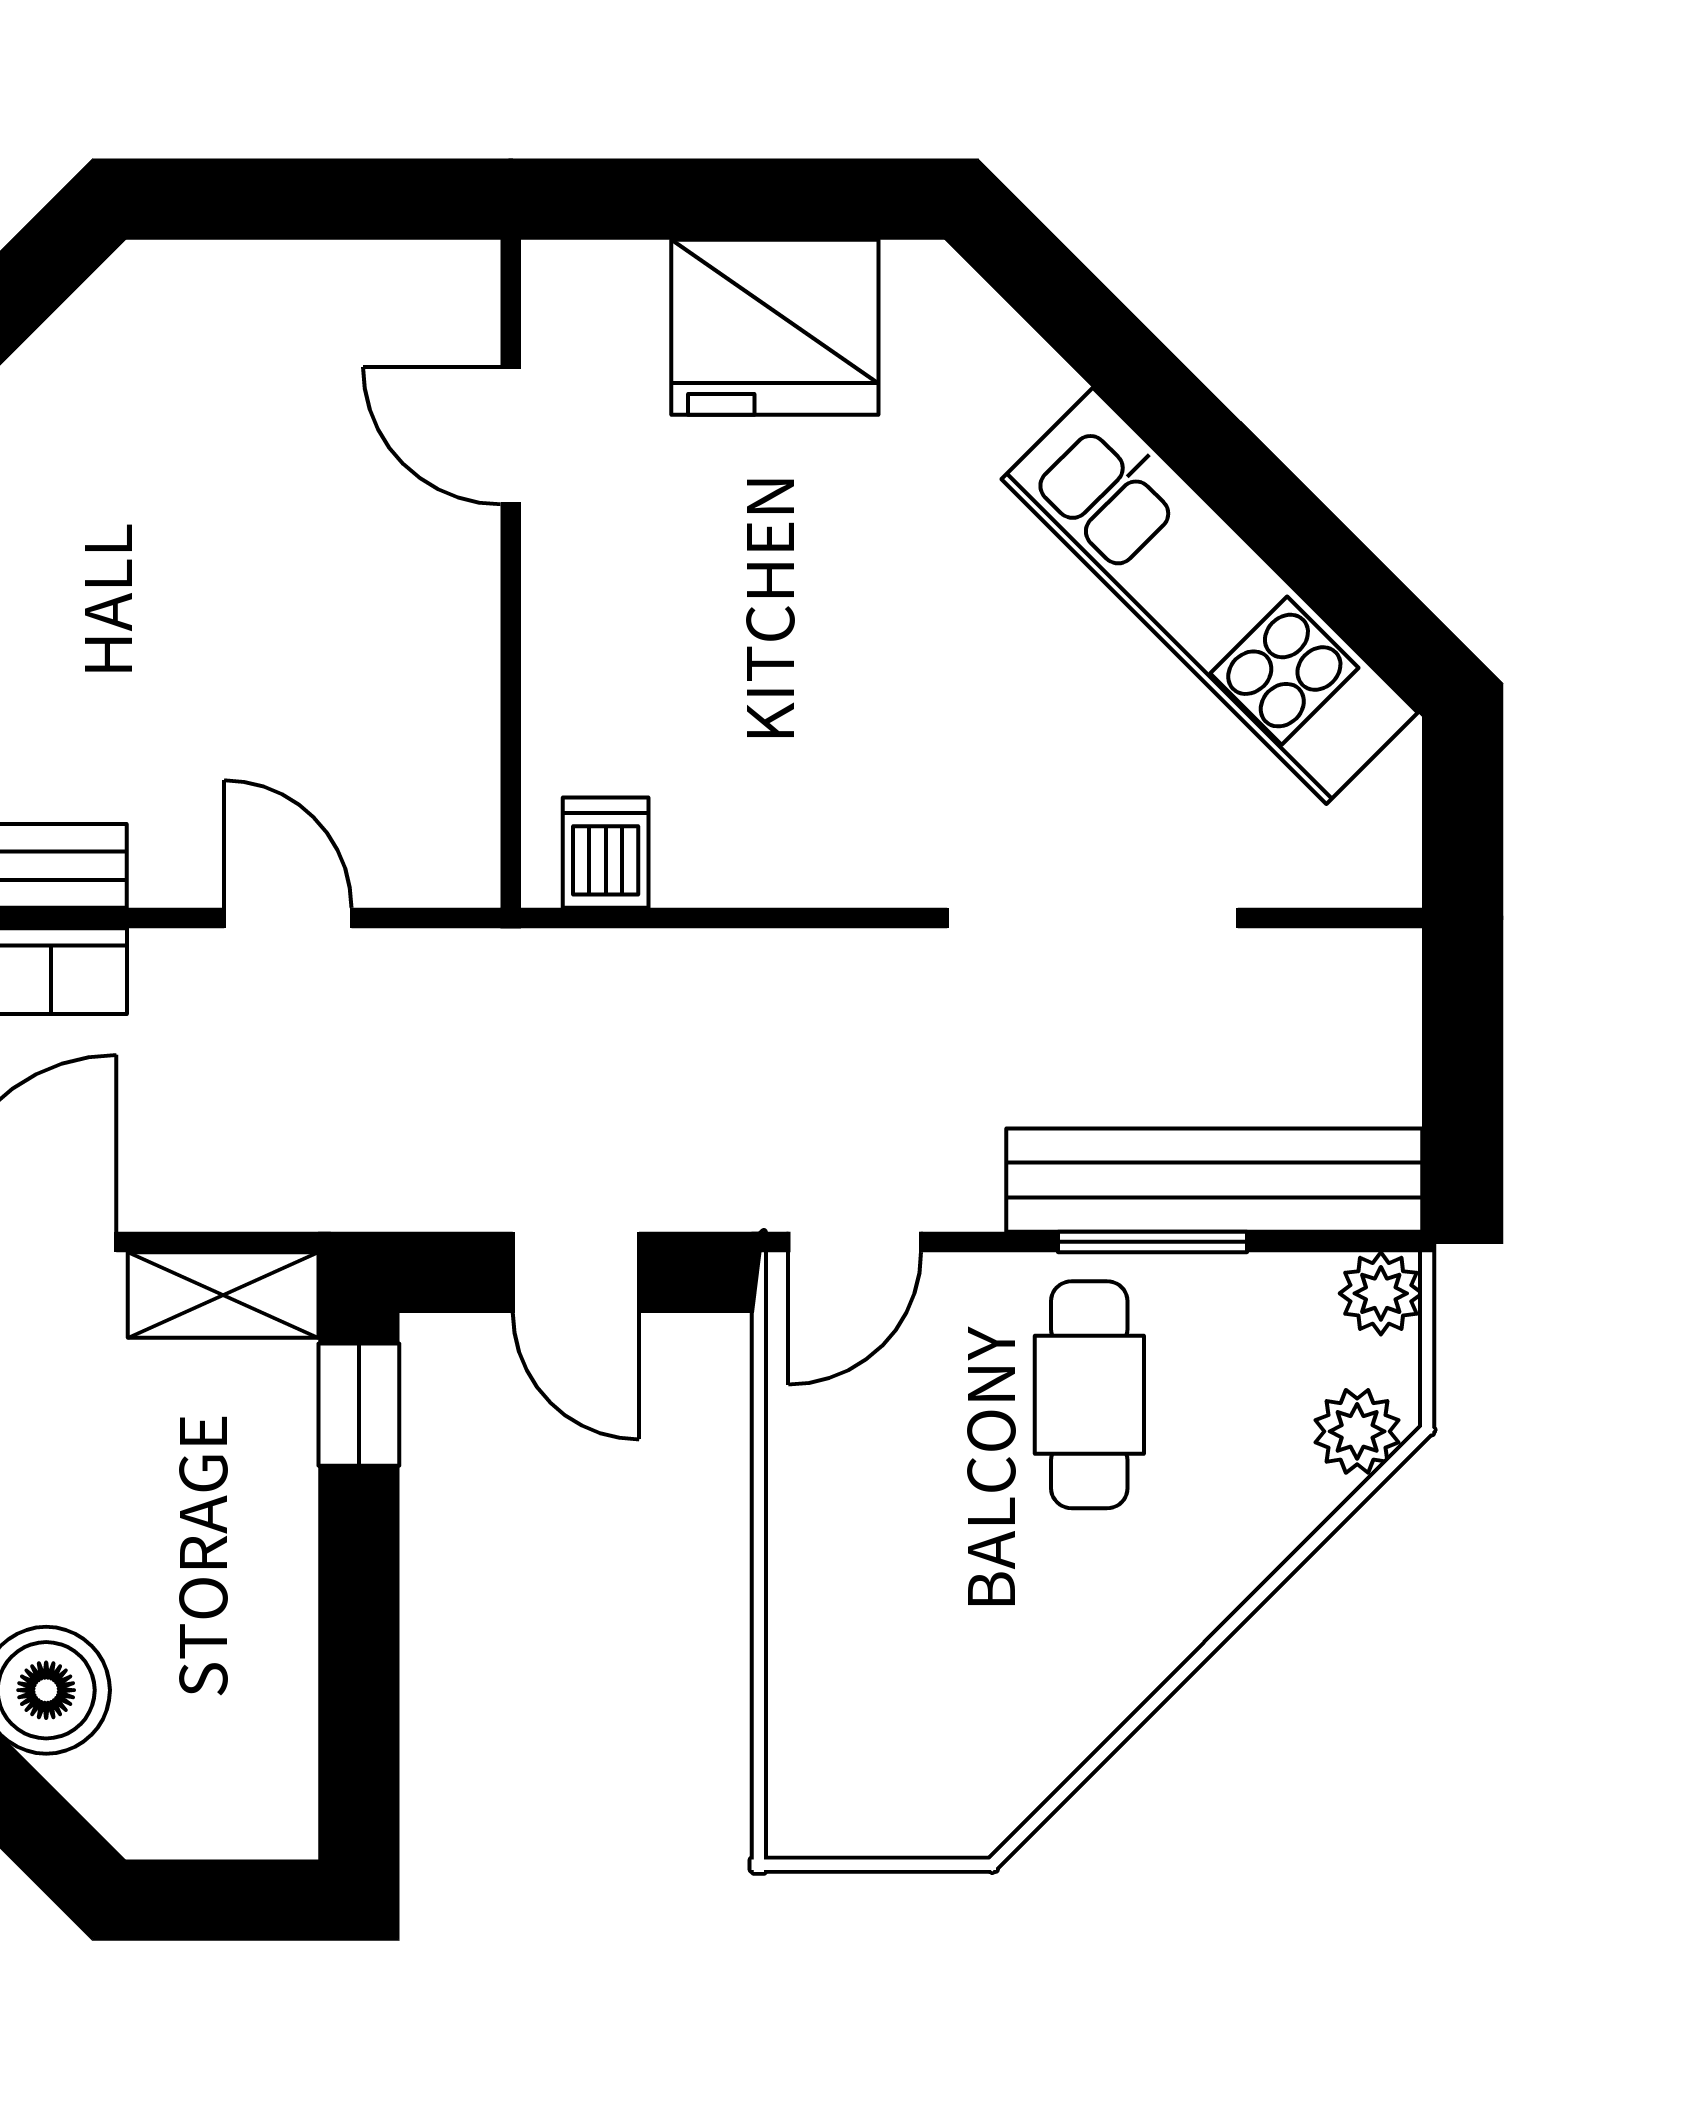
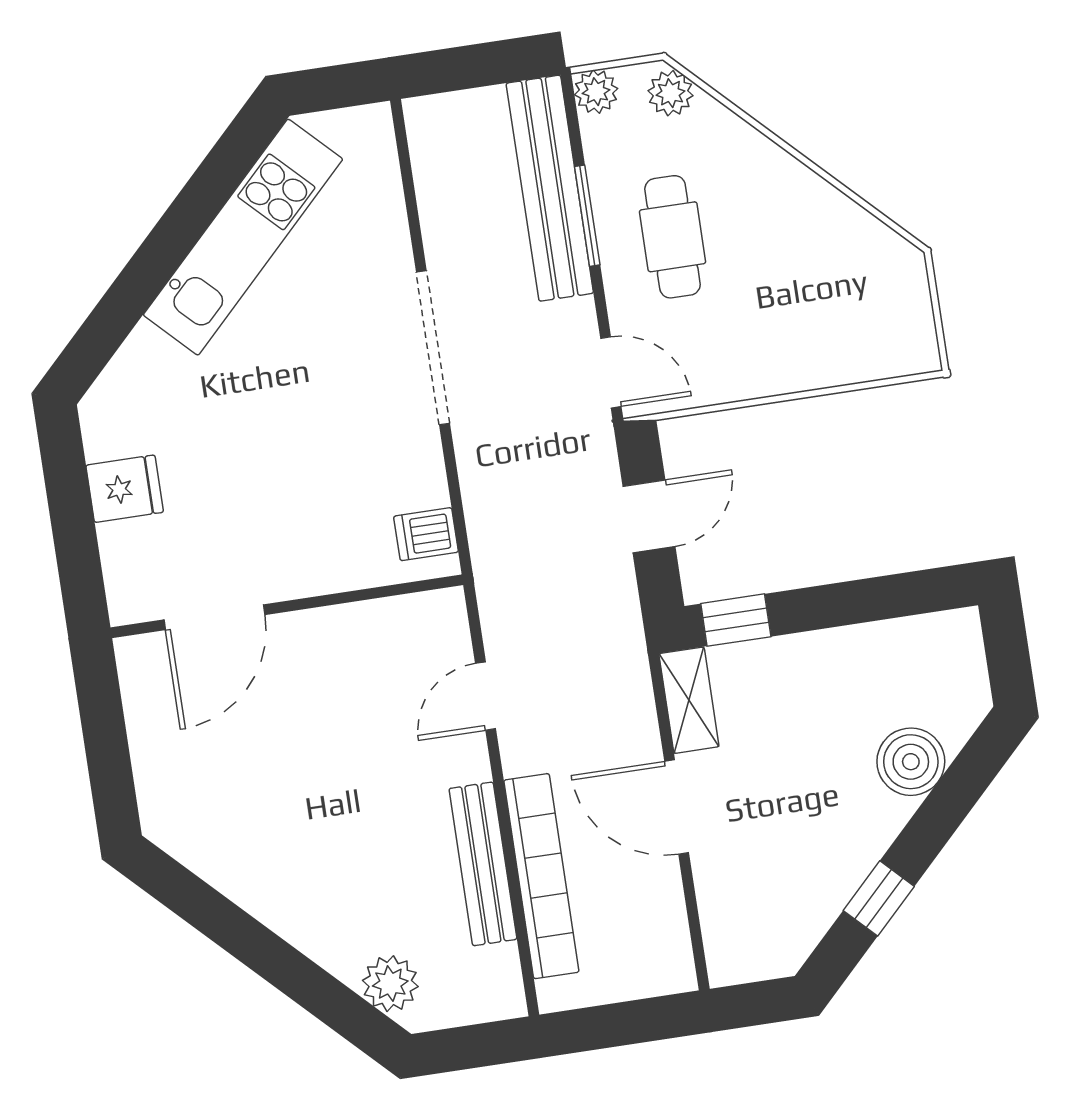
fridge: (775, 327) -> (125, 489), width x0.53, depth x0.75
door: (511, 436) -> (214, 617), width x1.38
doorway: (1093, 918) -> (433, 348), moved
cafe table: (1089, 1395) -> (673, 237), turned 90

